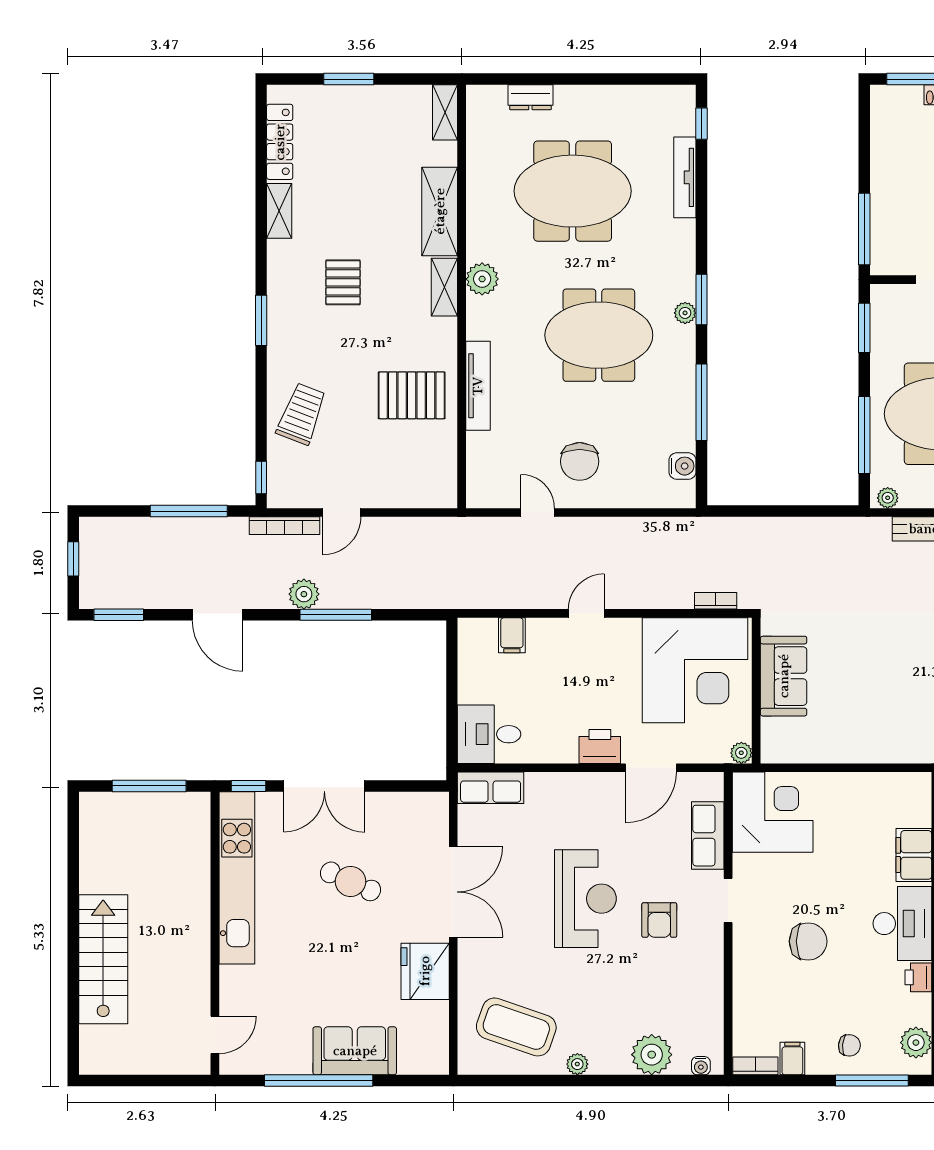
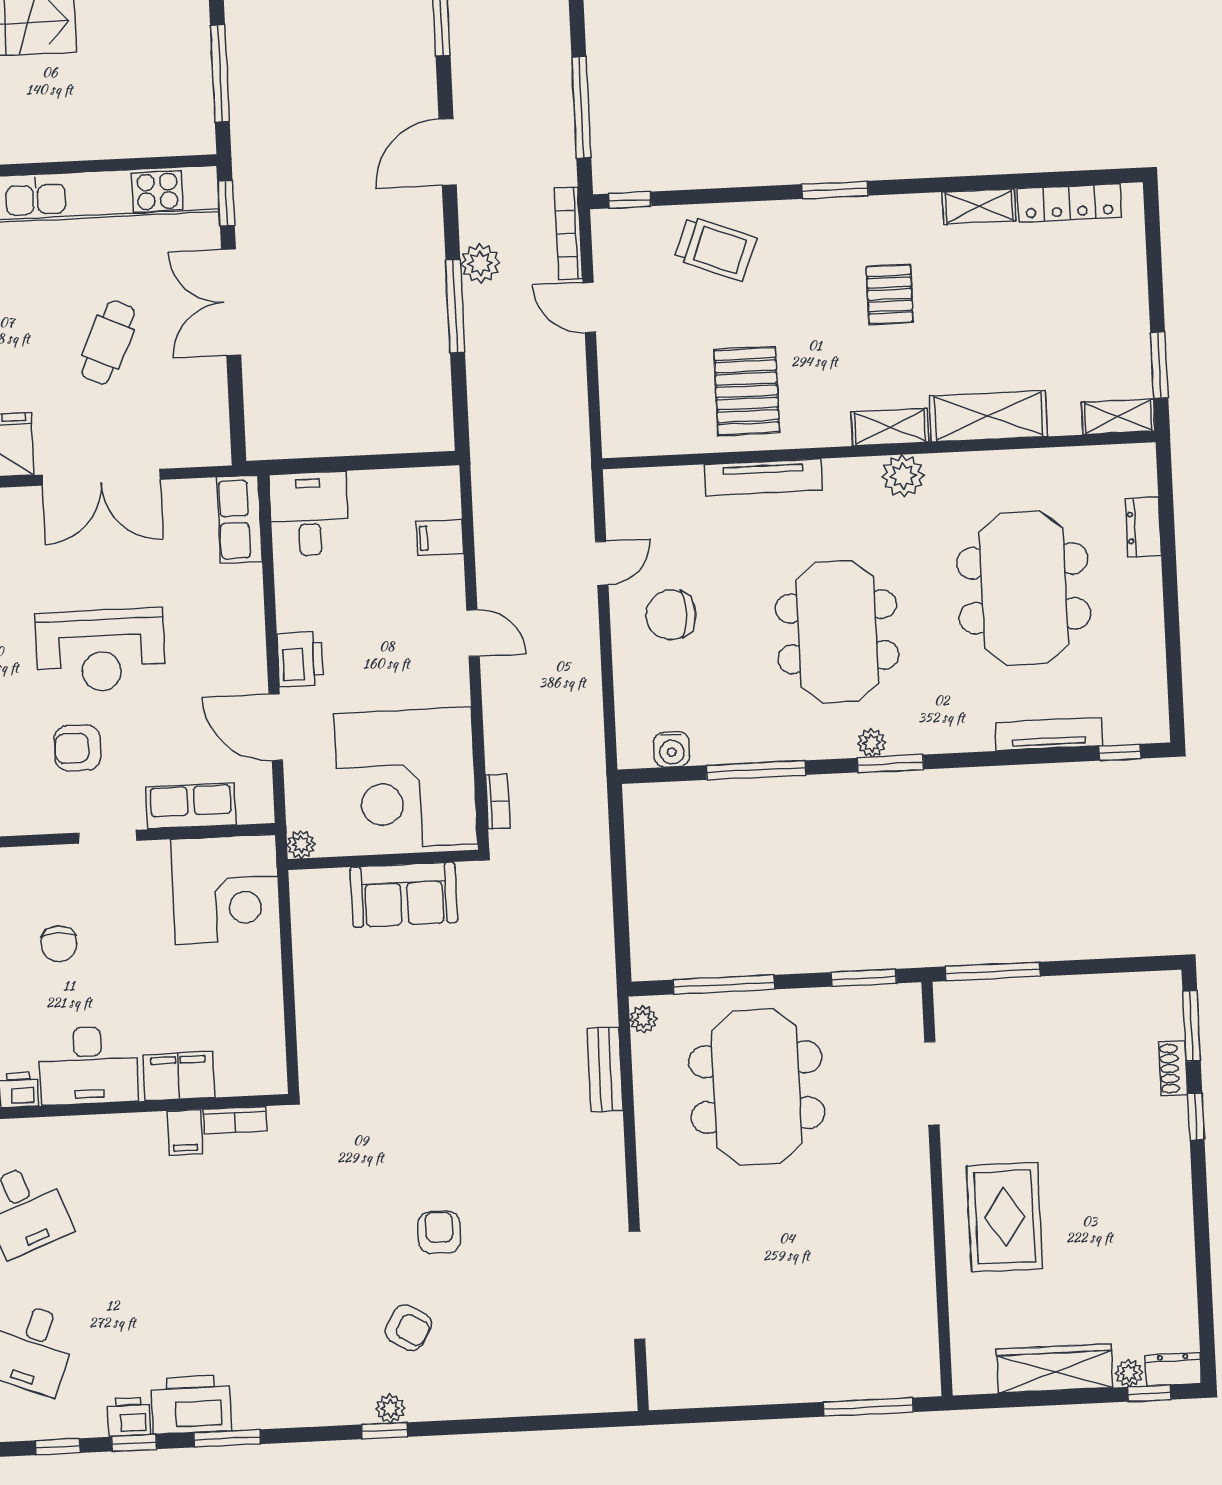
window: (349, 79) -> (1159, 365), moved
pallet: (343, 282) -> (890, 294), turned 90
chair: (808, 941) -> (59, 944), width x0.73, depth x0.73

